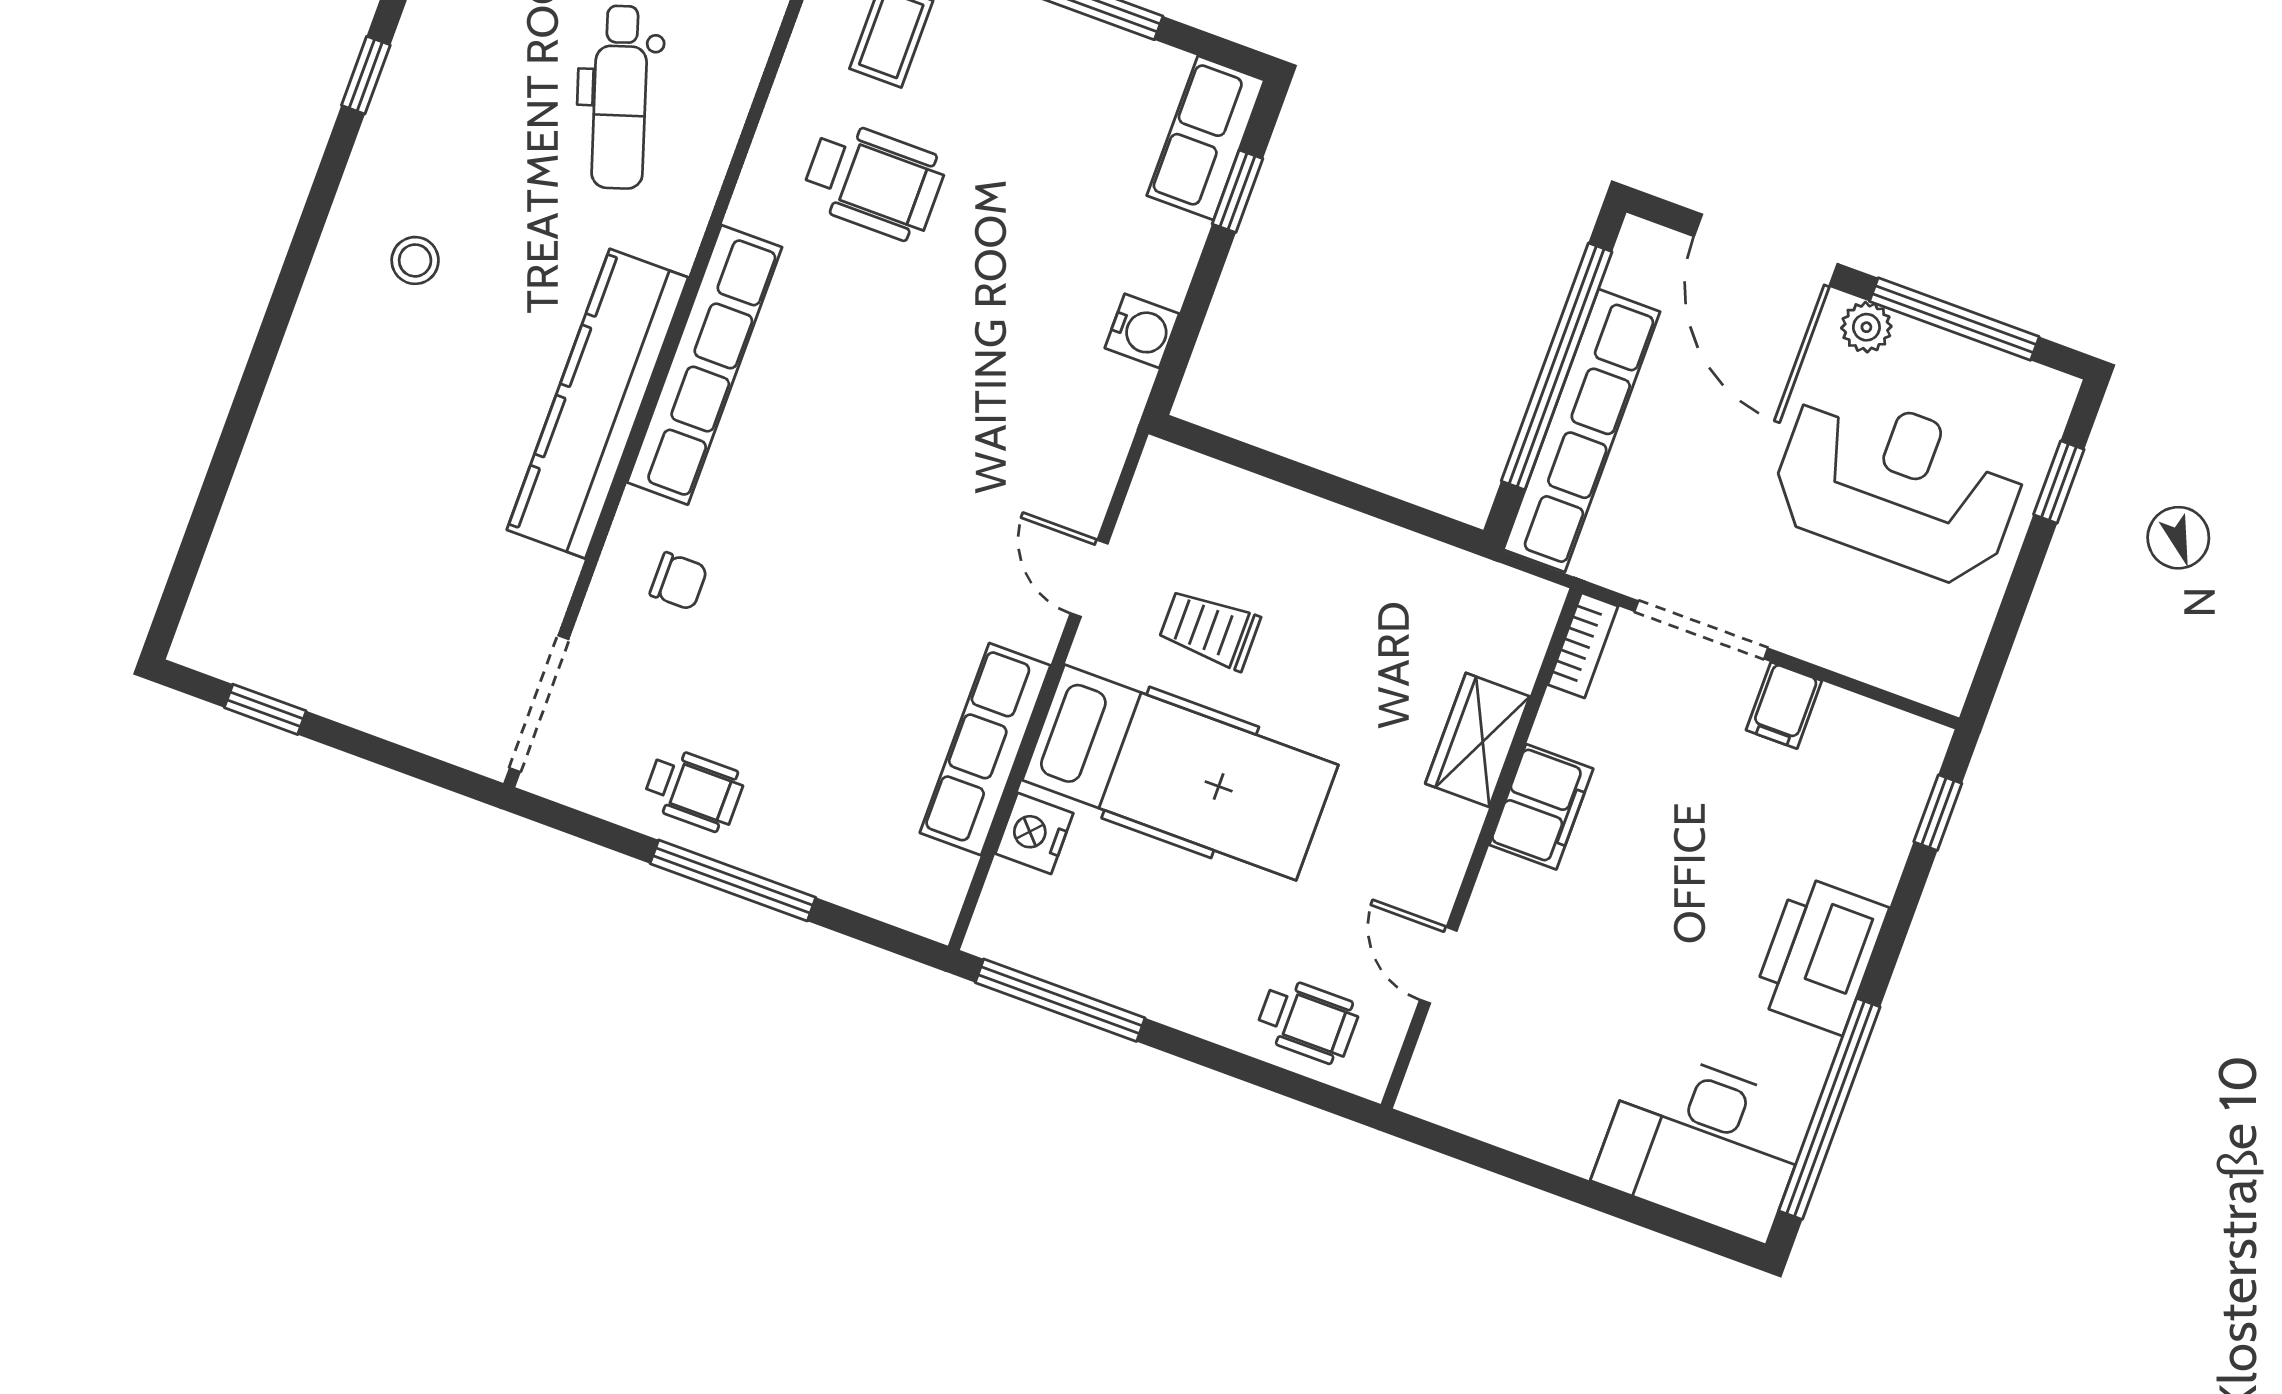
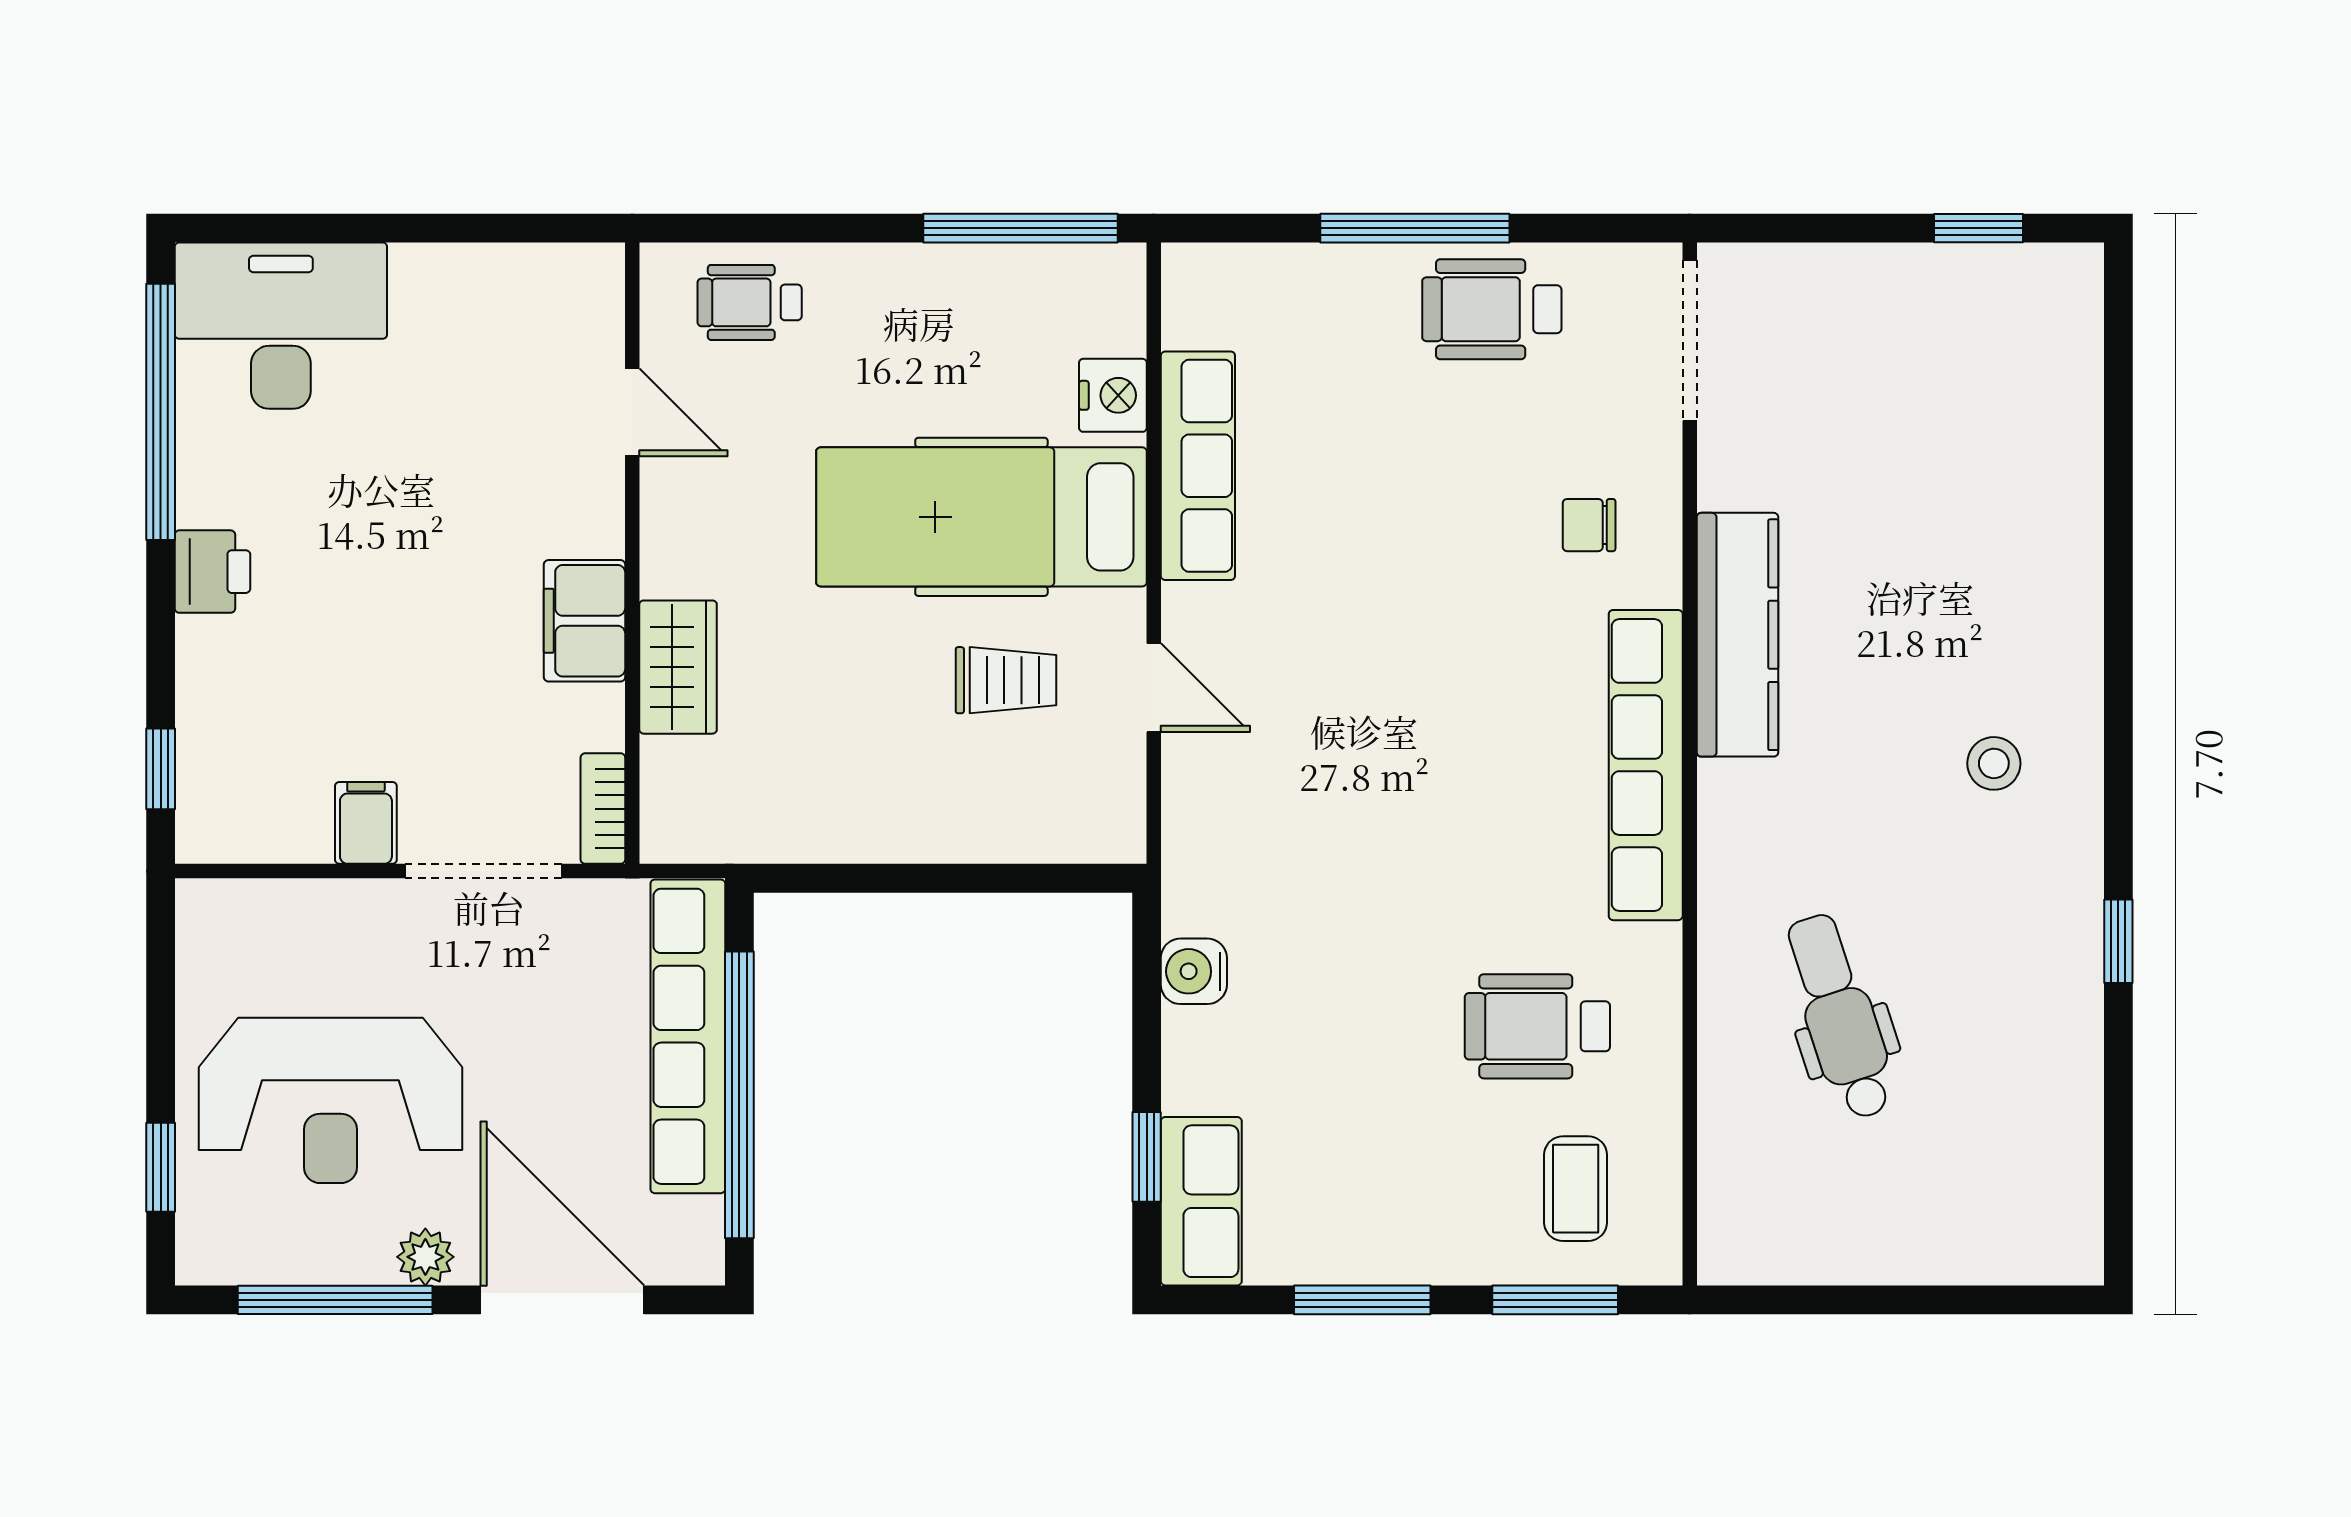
kitchen counter: (598, 404) -> (1737, 635), width x0.72, depth x0.86
wheelchair: (694, 790) -> (1492, 309), width x1.36, depth x1.37
printer: (1820, 955) -> (212, 572), width x0.53, depth x0.68

